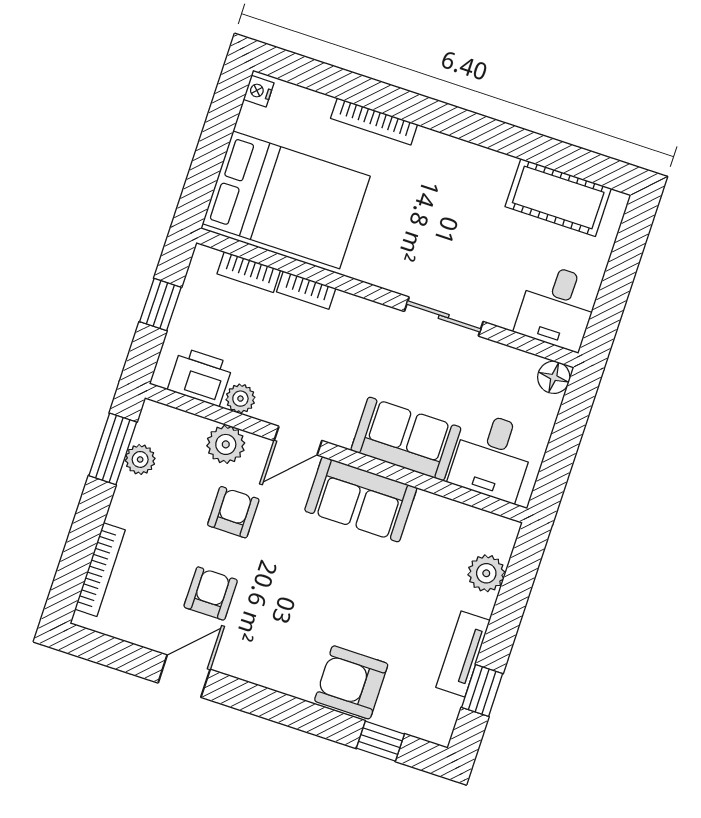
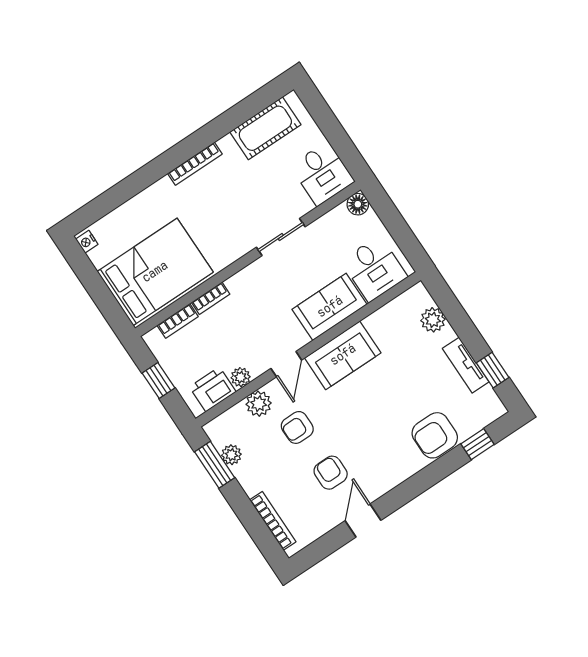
bookcase: (374, 121) -> (195, 164), moved
armchair: (233, 512) -> (297, 427), turned -90

